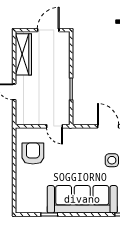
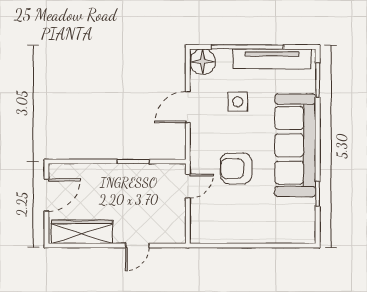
door: (48, 30) -> (46, 195), swing flipped
armchair: (33, 153) -> (236, 168), moved

